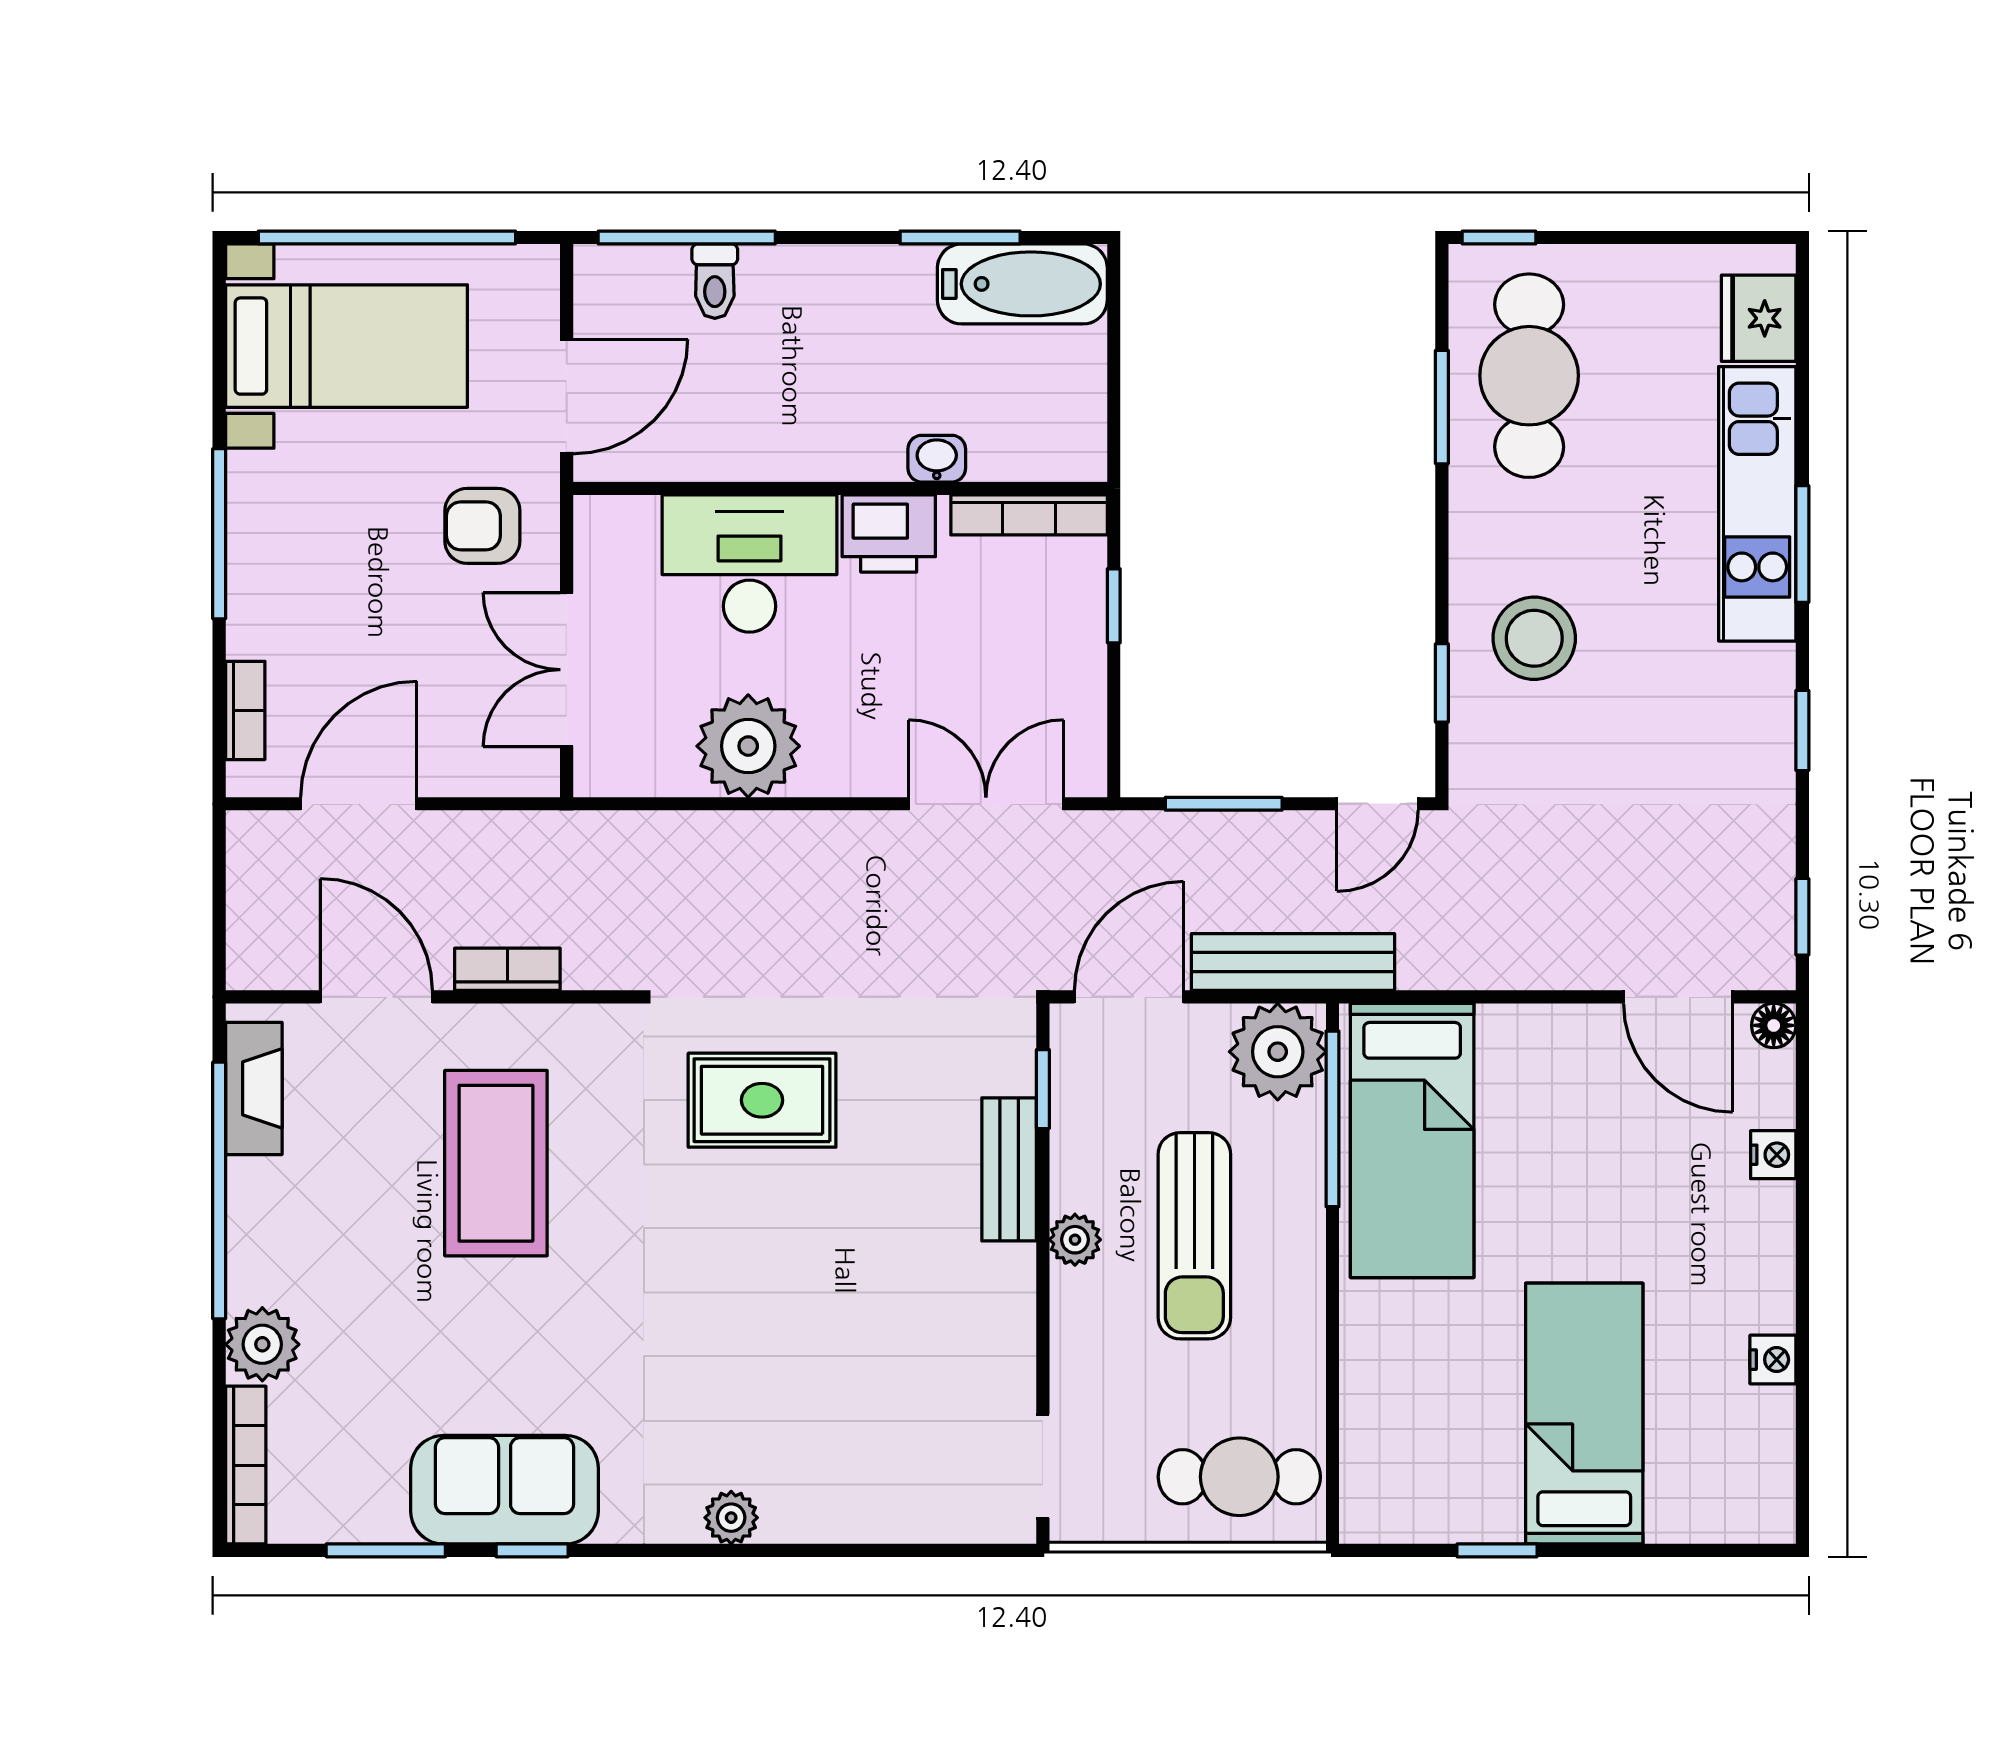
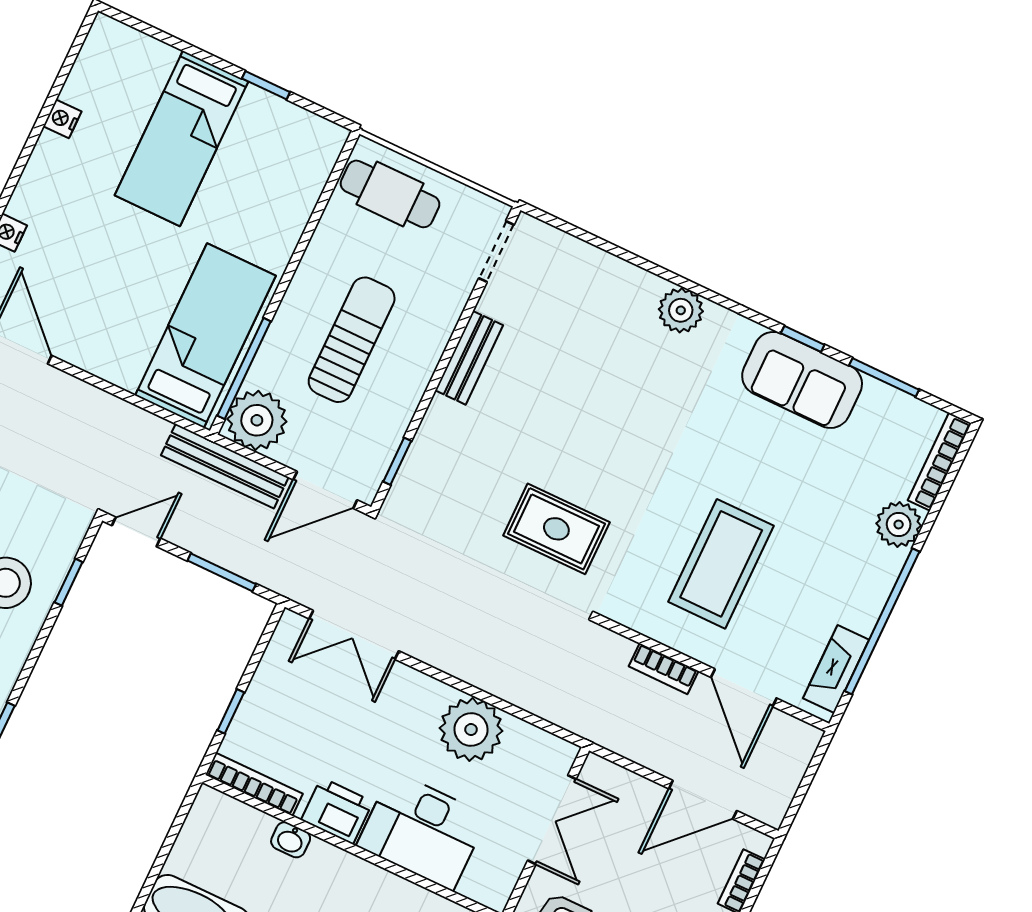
bench: (1009, 1169) -> (469, 358), moved
plant: (1075, 1240) -> (419, 369), removed
plant: (731, 1518) -> (681, 310), width x1.38, depth x1.38

